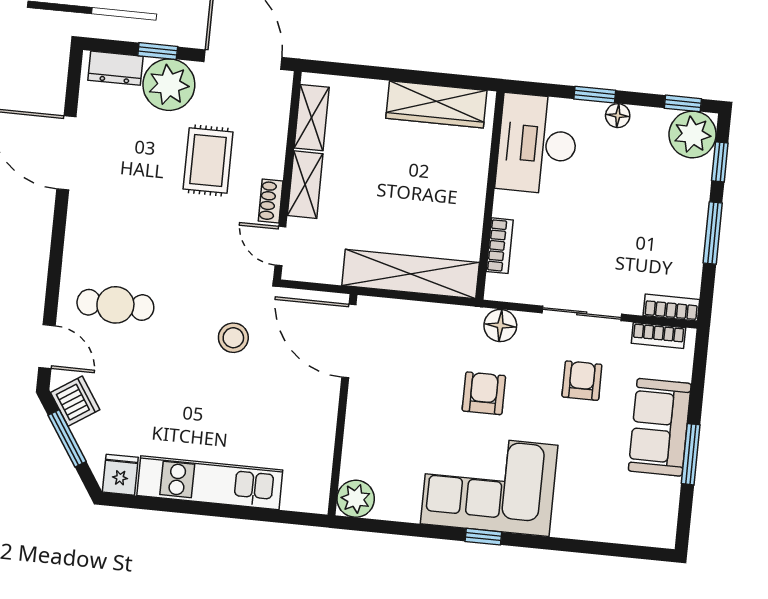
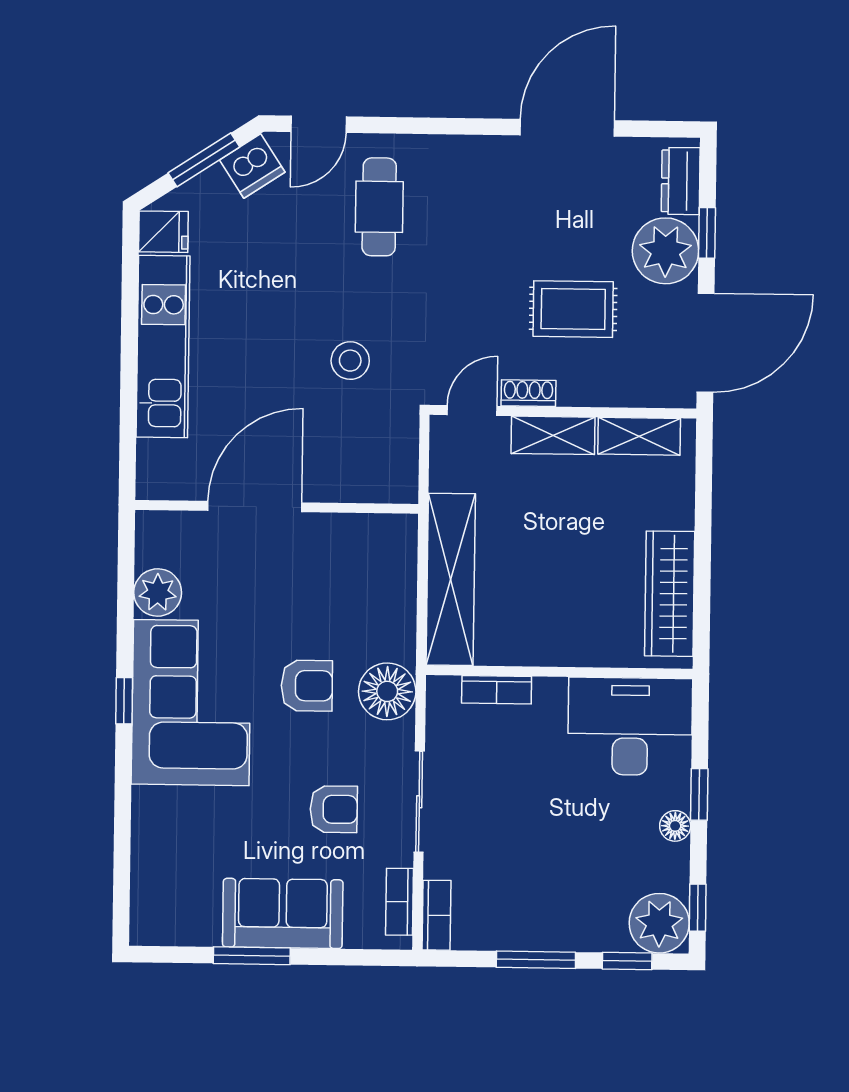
floor lamp: (500, 326) -> (387, 691), width x1.38, depth x1.38
door: (349, 341) -> (255, 507), moved
plant: (356, 499) -> (158, 593), moved

